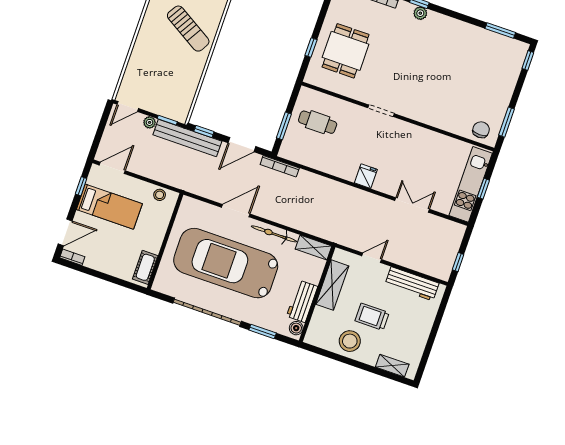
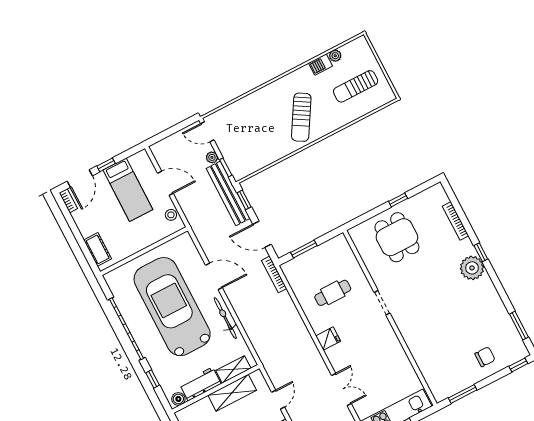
plant: (420, 13) -> (472, 268), width x1.88, depth x1.88
window: (311, 48) -> (398, 200), moved
dining table: (346, 51) -> (397, 237), turned 90
cafe table: (318, 122) -> (333, 293), moved, turned 90
chair: (481, 130) -> (485, 357), moved
door: (112, 168) -> (165, 183), moved
window: (81, 186) -> (106, 165), moved
door: (65, 232) -> (80, 178), hinge flipped
shelving: (314, 248) -> (233, 369), moved, turned 90
door: (372, 258) -> (278, 400), hinge flipped
cot: (145, 267) -> (98, 249), moved, turned 90
window: (263, 331) -> (153, 379), width x0.67

